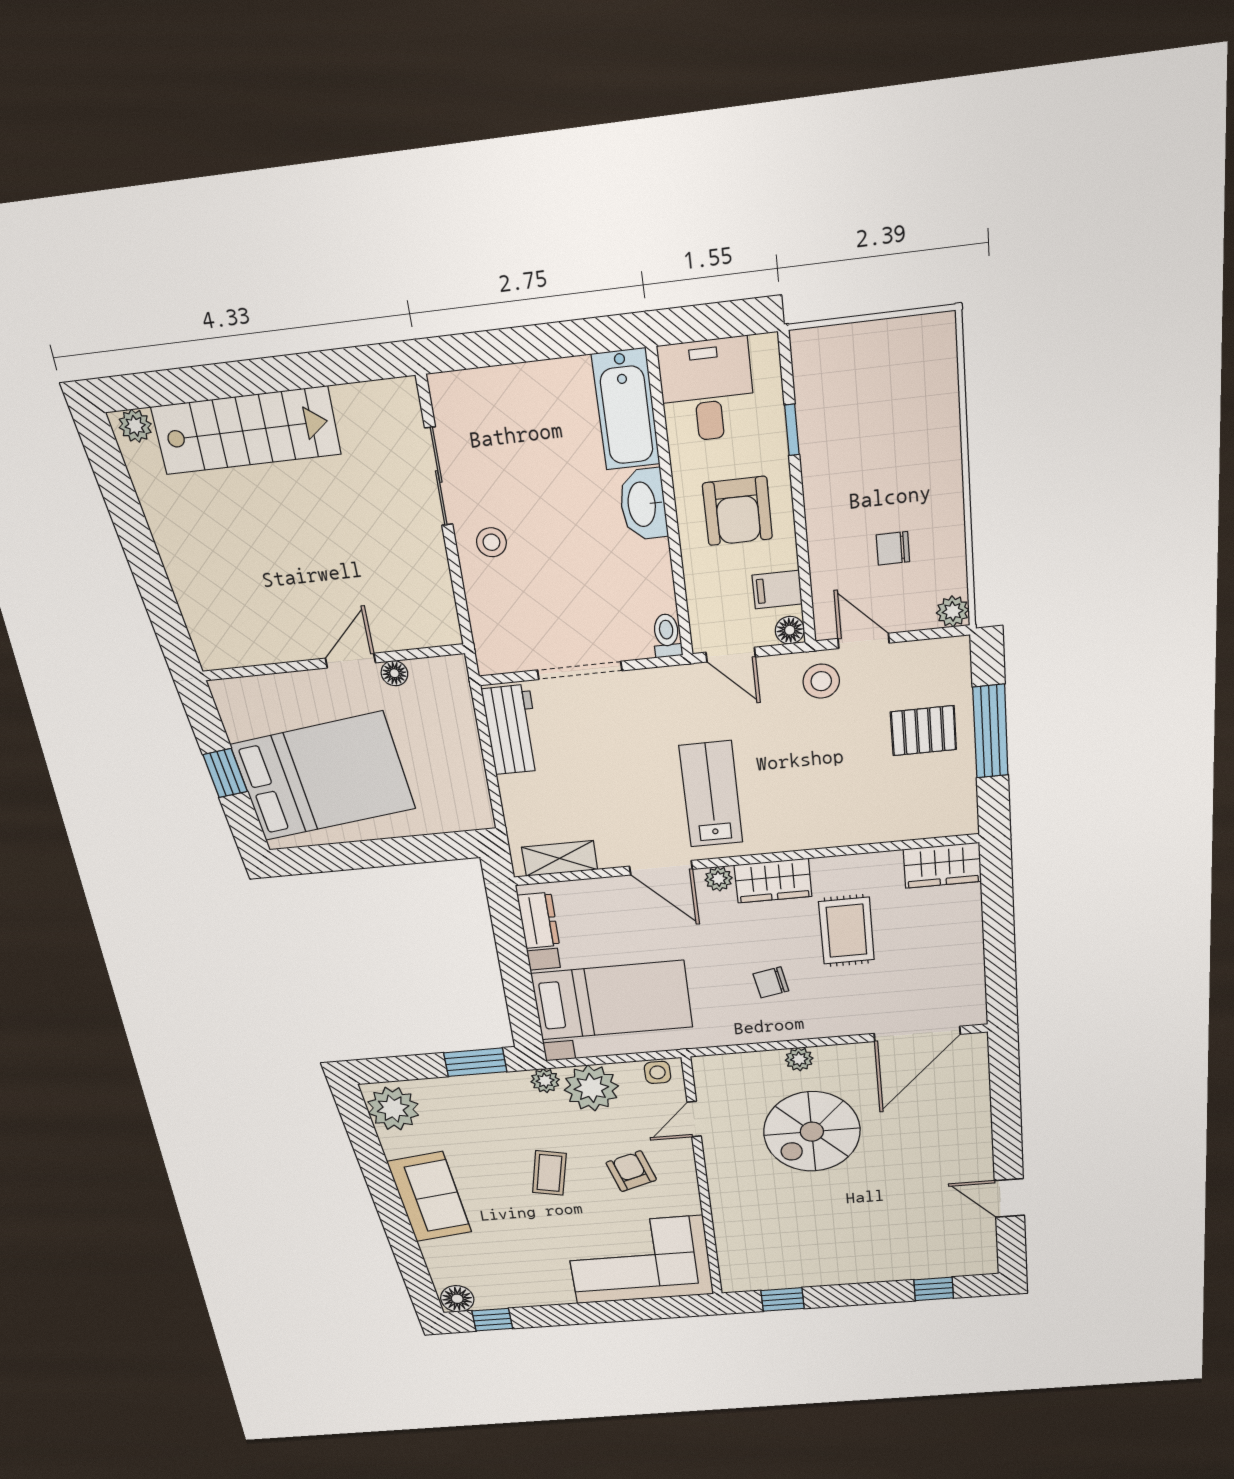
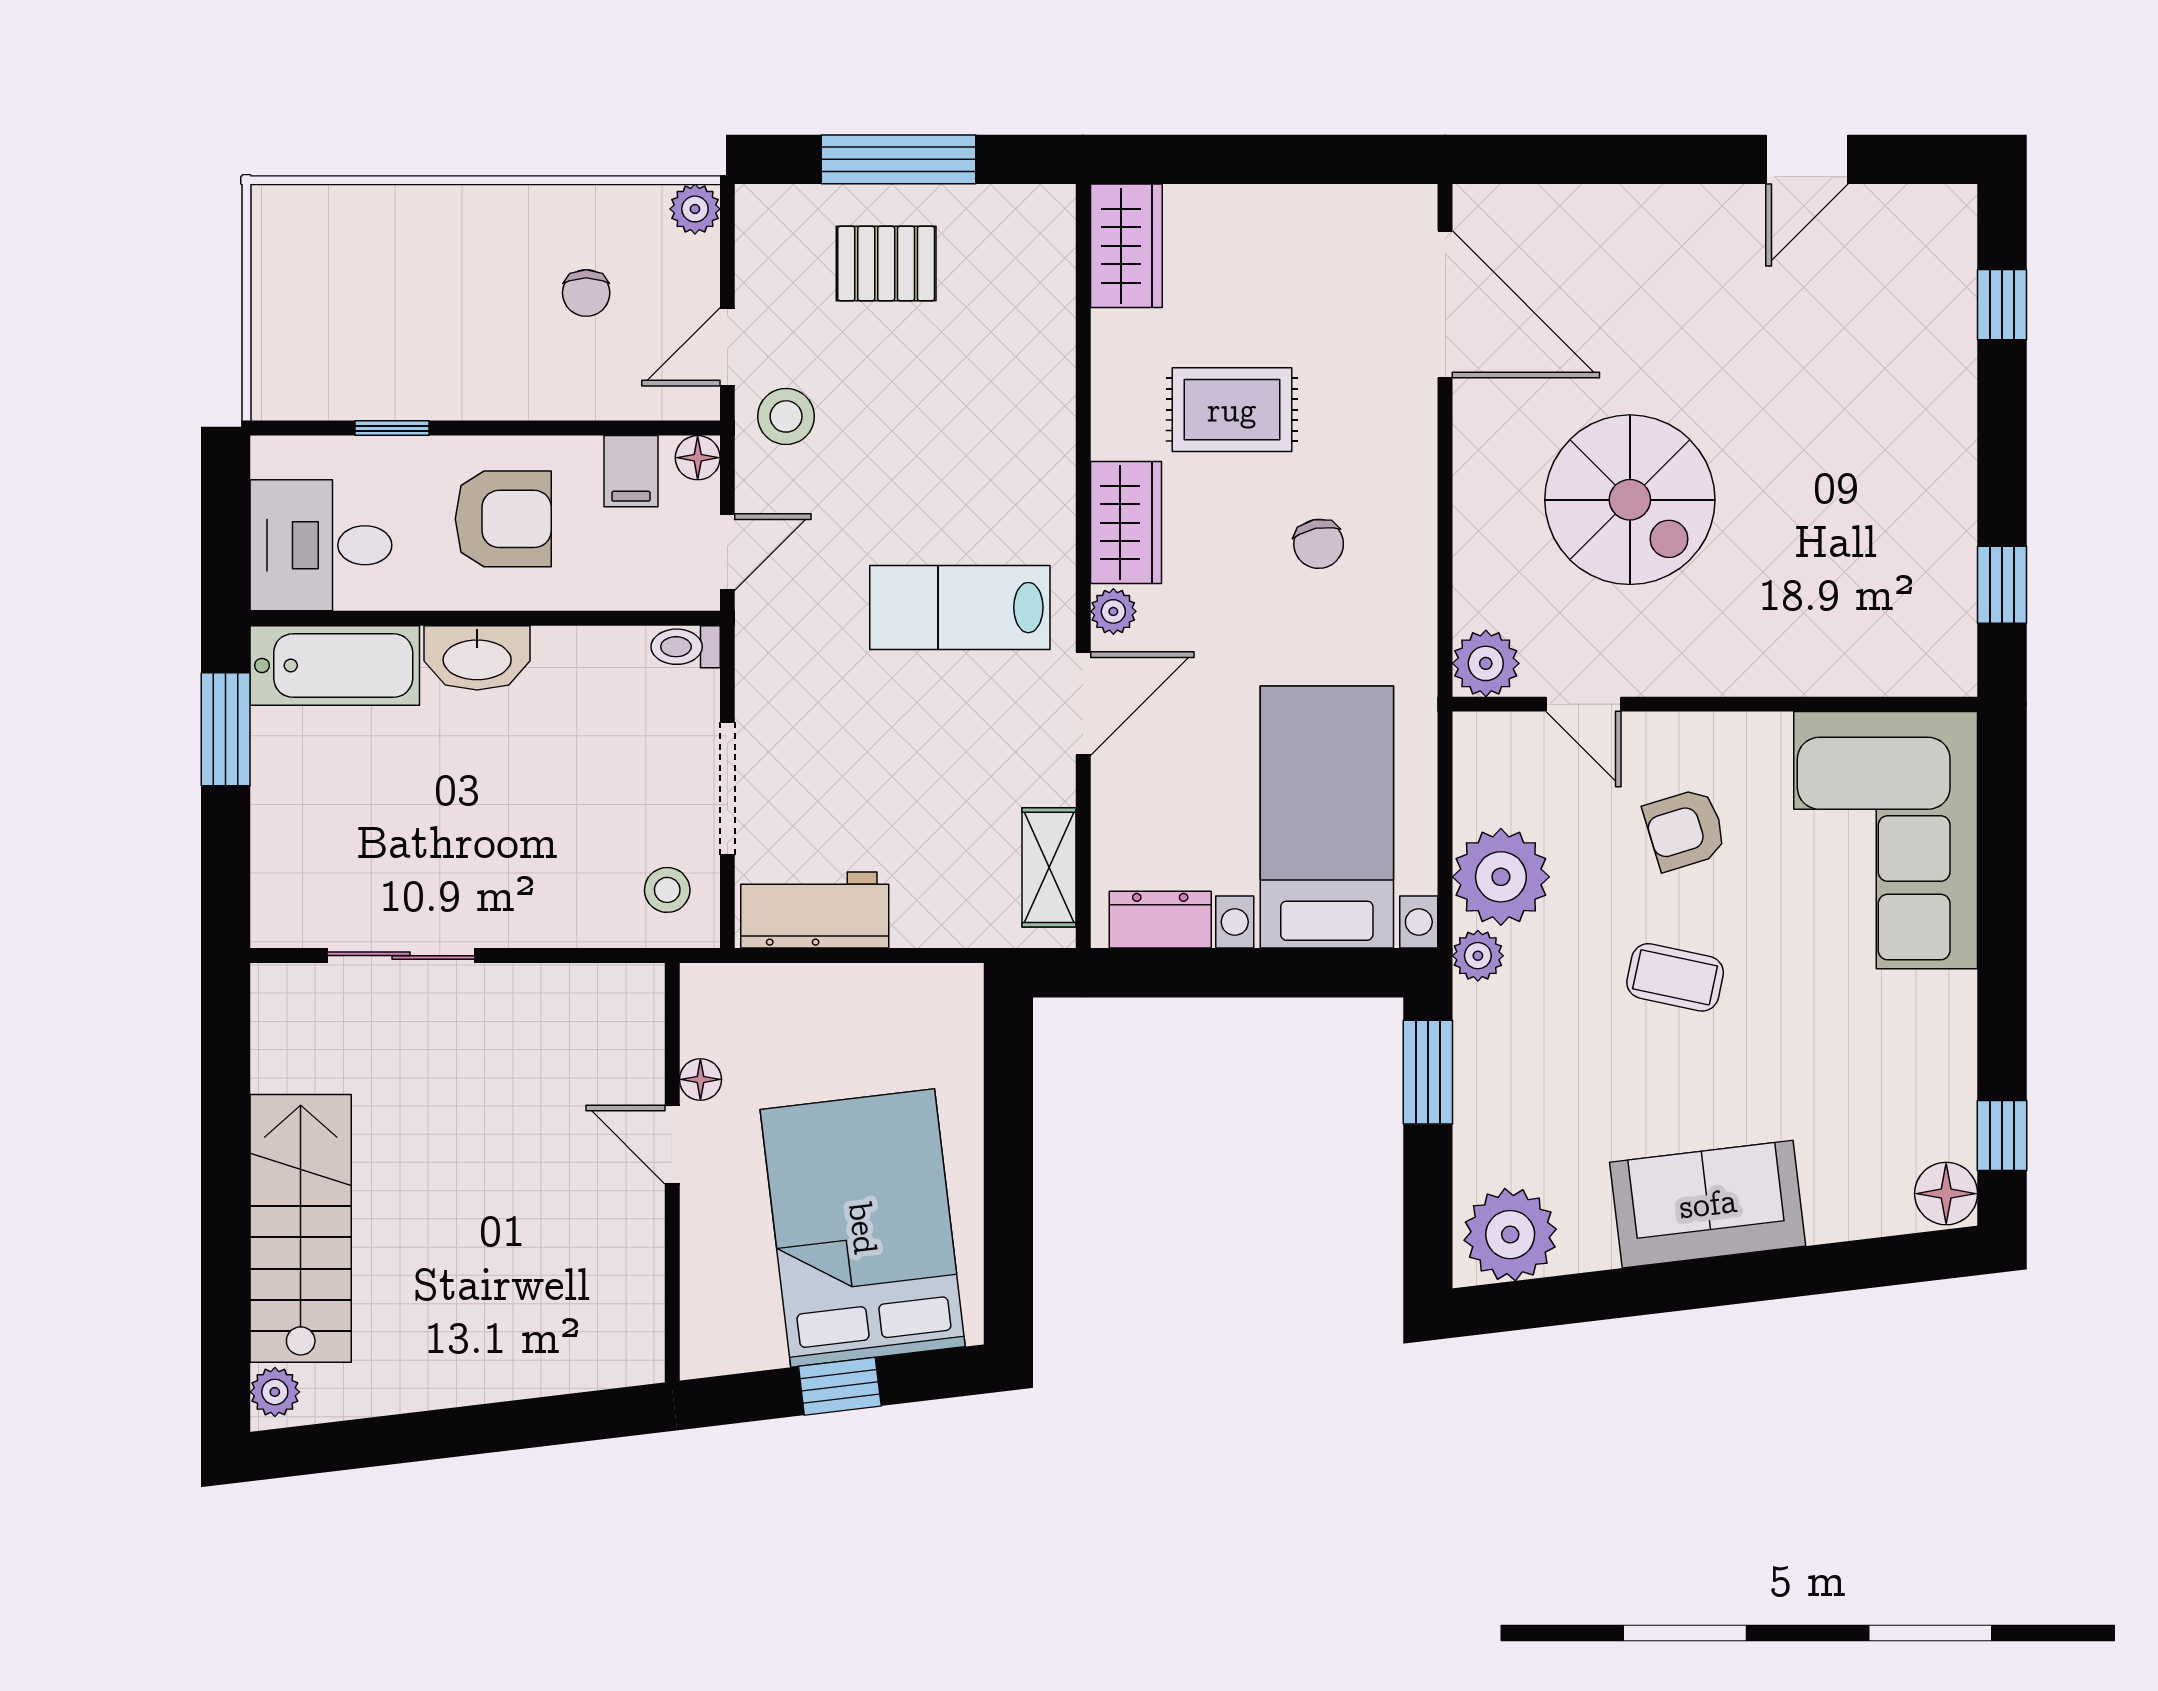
window: (572, 338) -> (226, 729), added
stool: (491, 542) -> (667, 890), moved
pallet: (923, 731) -> (886, 264), turned 90
plant: (799, 1059) -> (1486, 663), moved, width x1.38, depth x1.38
side table: (657, 1072) -> (1480, 757), removed

